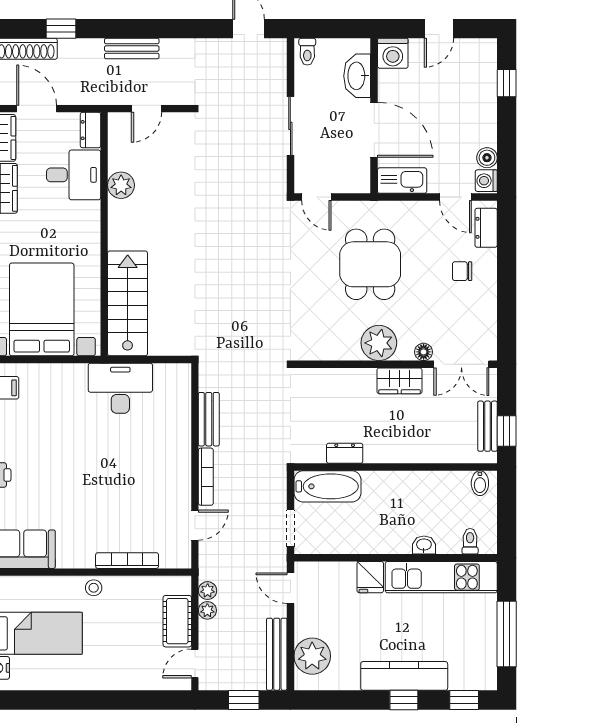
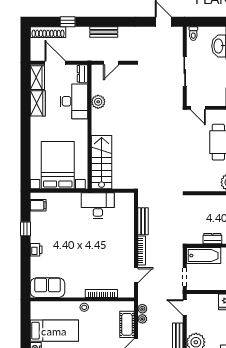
desk: (74, 175) -> (74, 101), width x1.37

